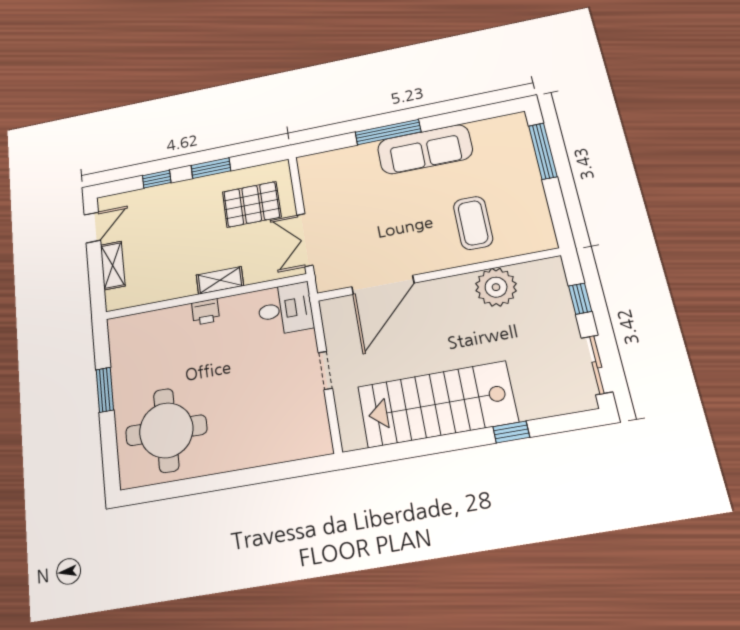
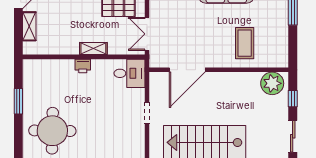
plant: (496, 287) -> (272, 83), moved

